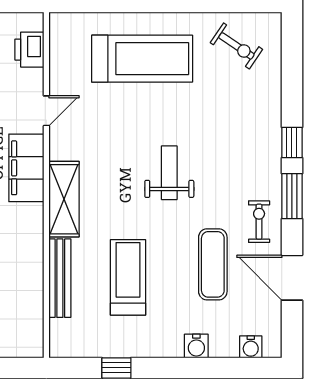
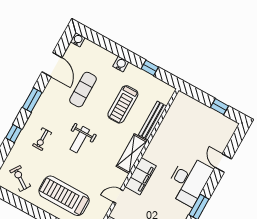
window: (292, 142) -> (14, 134), moved
exercise bike: (259, 222) -> (42, 139), moved
water cooler: (196, 346) -> (121, 64), moved
water cooler: (251, 347) -> (78, 40), moved

